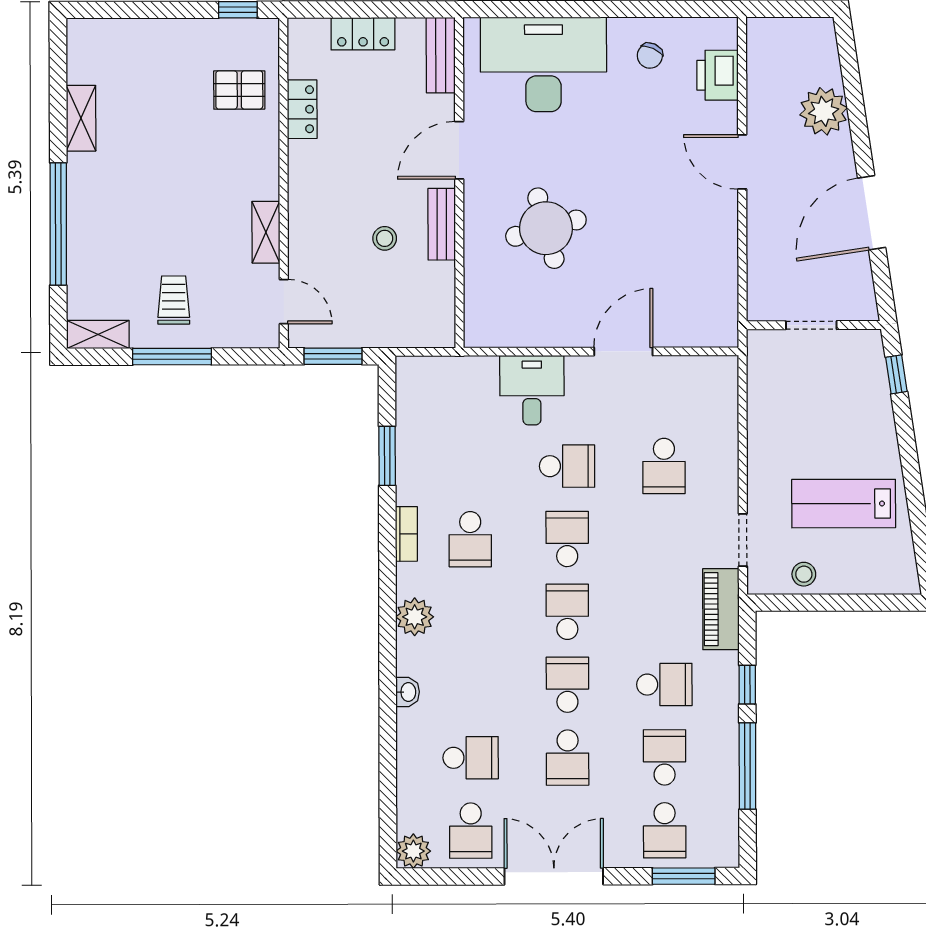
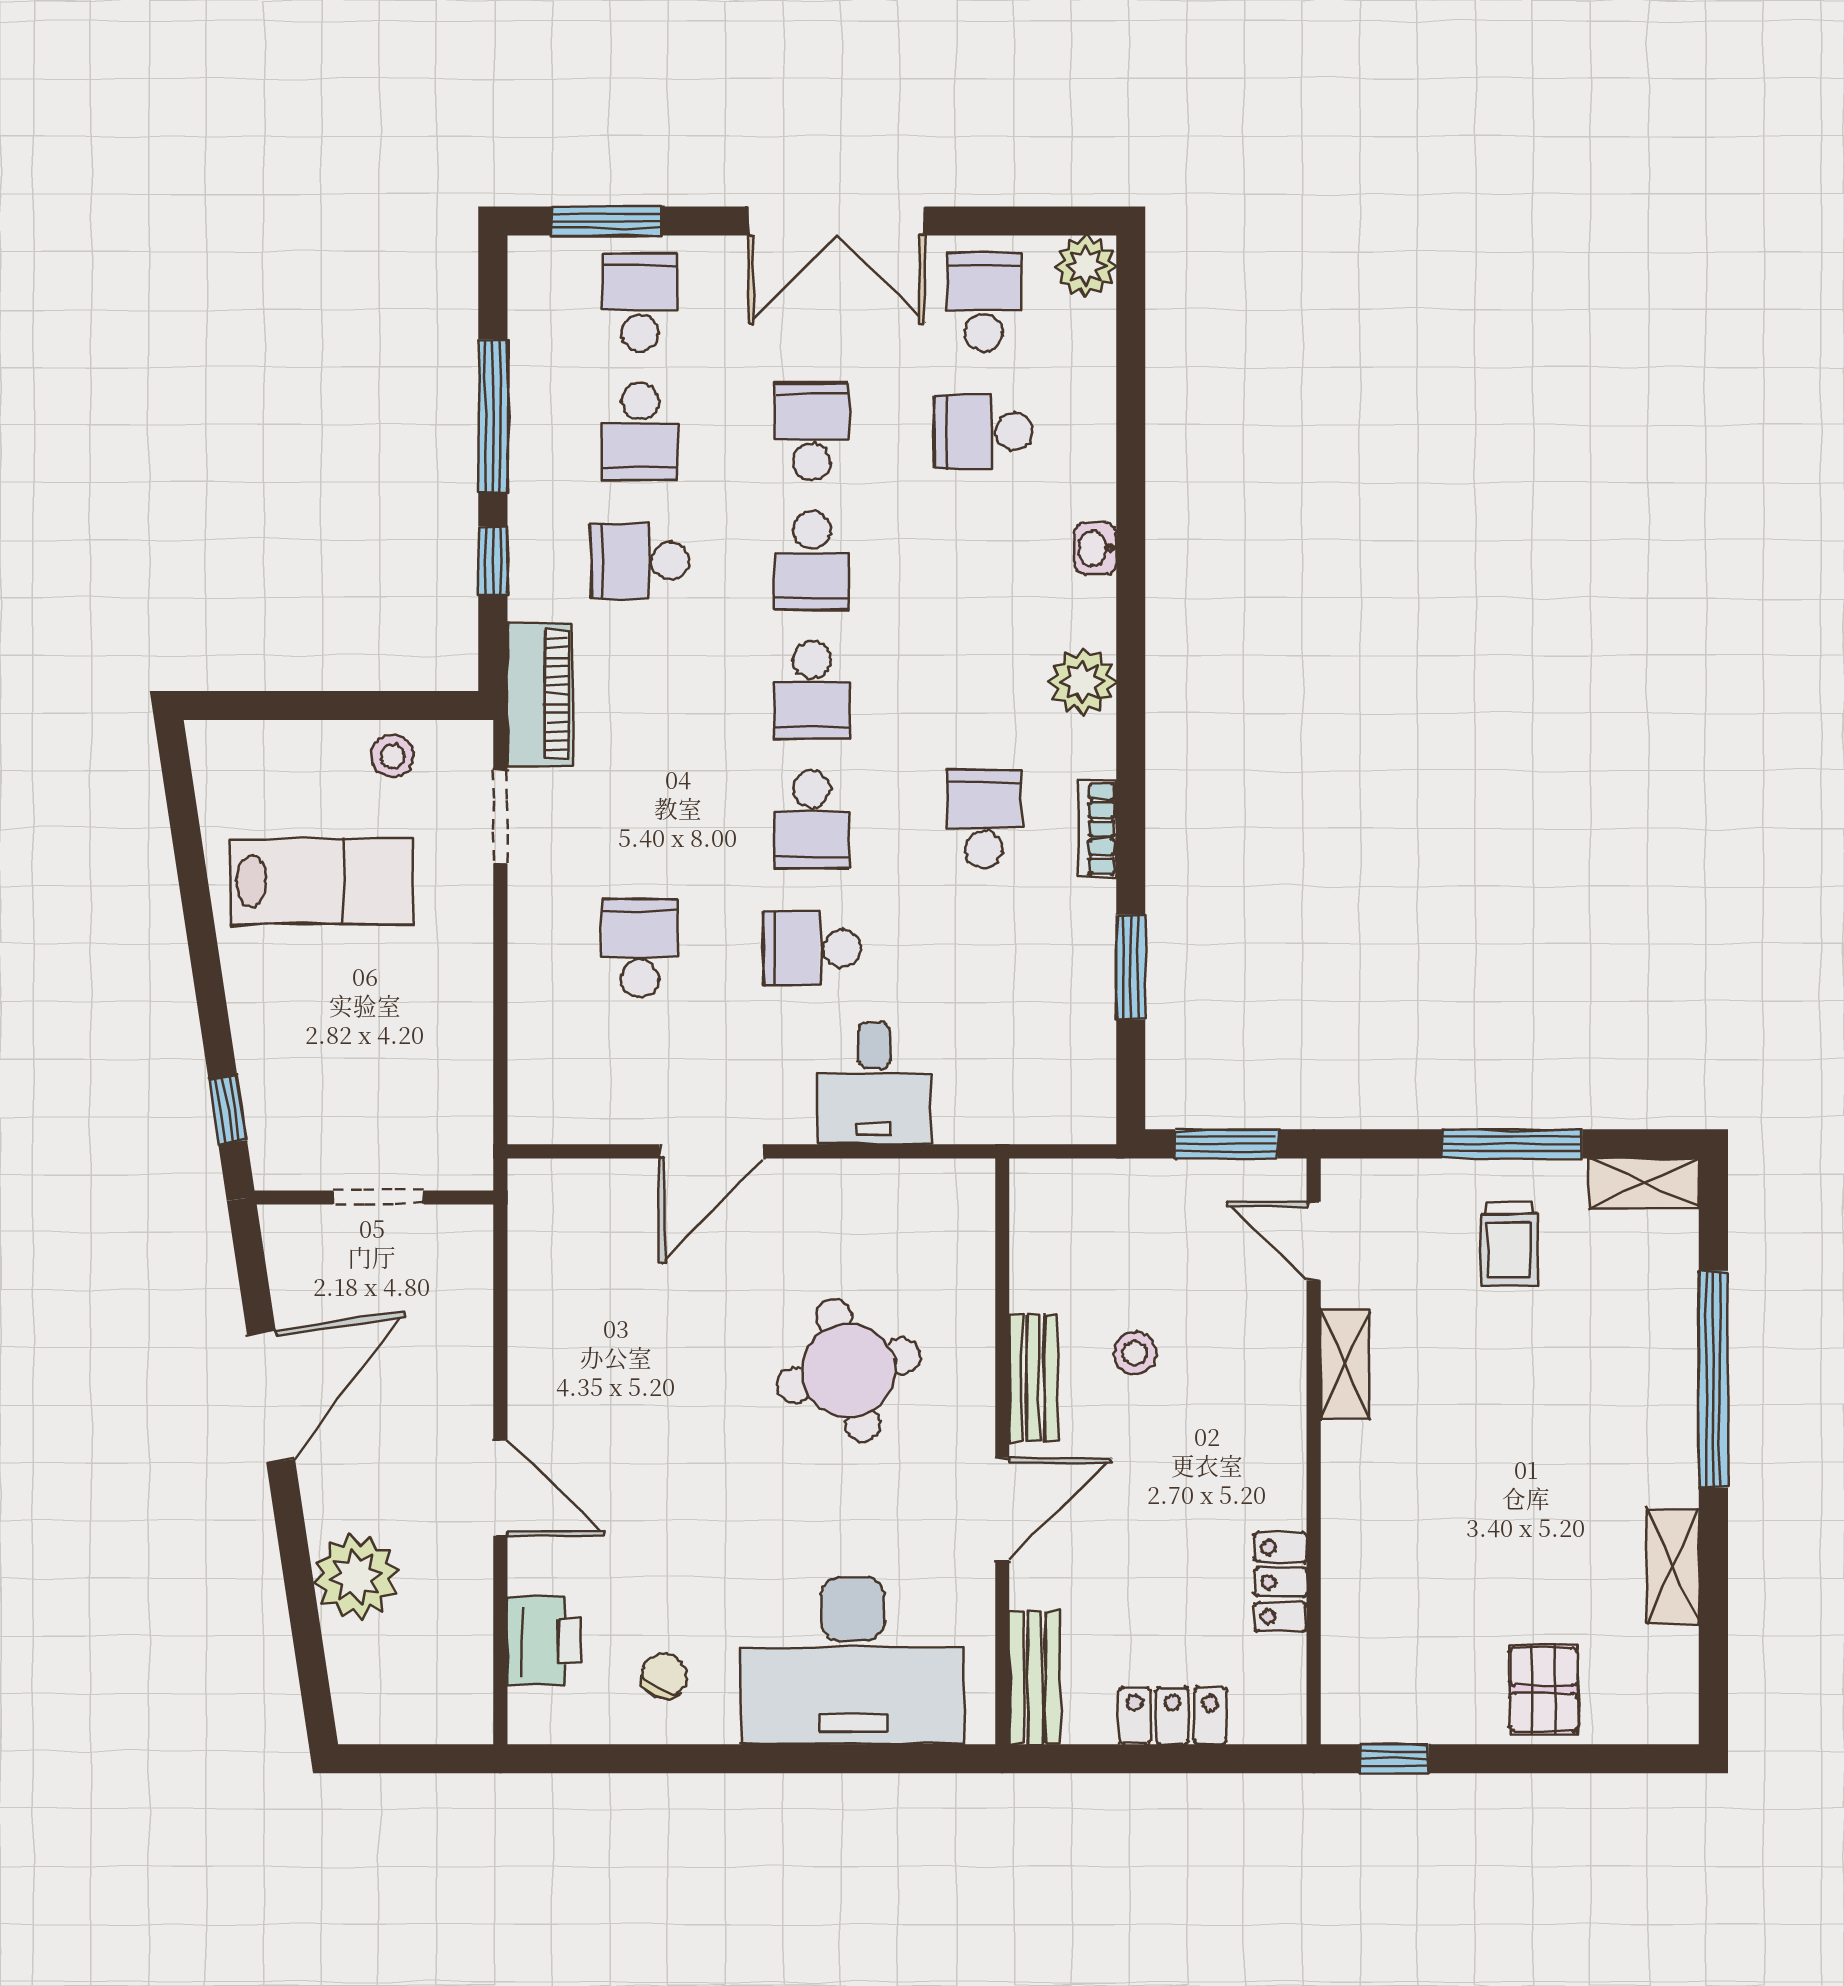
pallet: (239, 90) -> (1543, 1689), moved, turned 90

